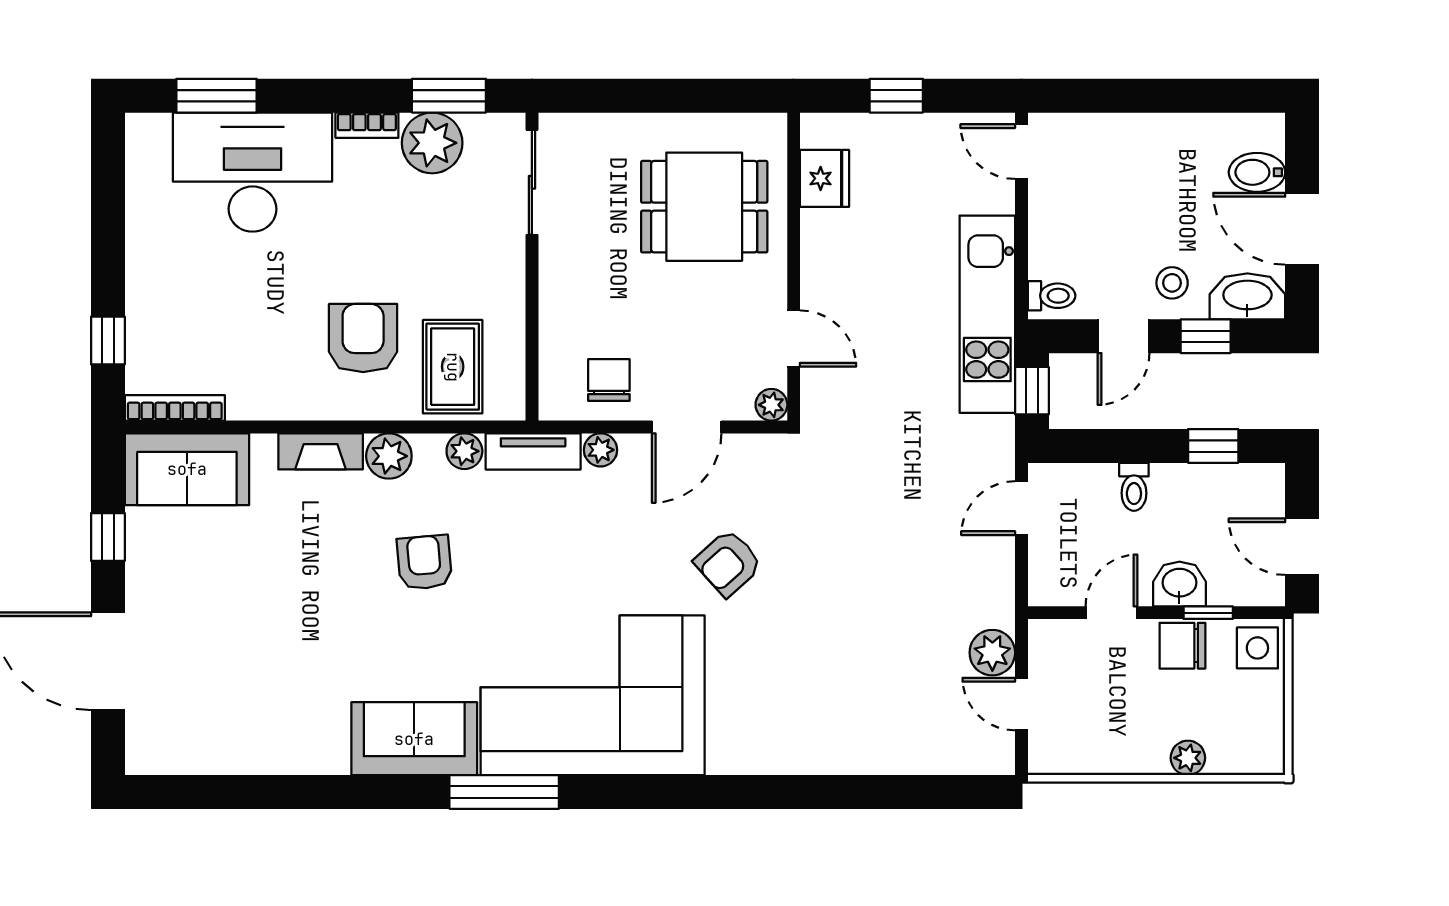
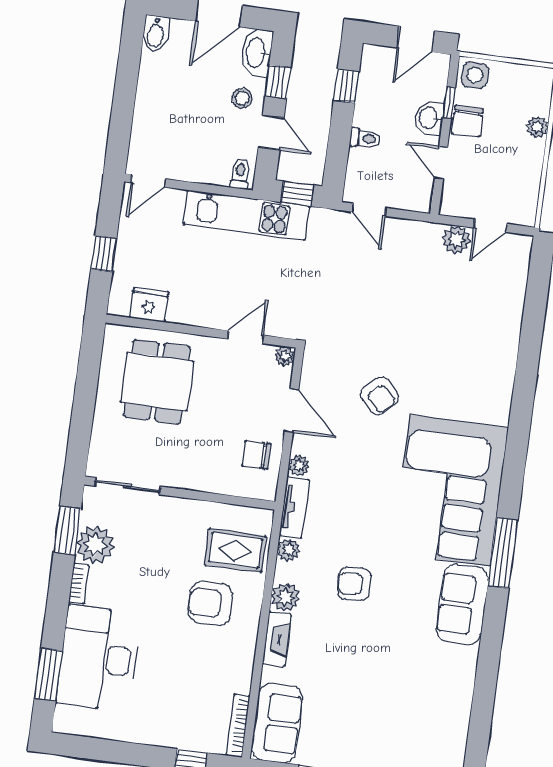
bidet: (1257, 172) -> (156, 33), moved

